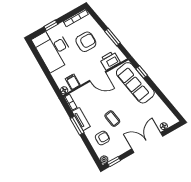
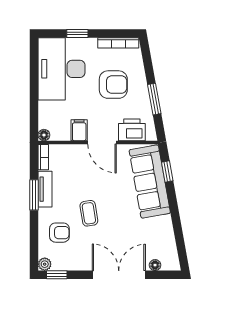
filing cabinet: (73, 82) -> (79, 130), moved

